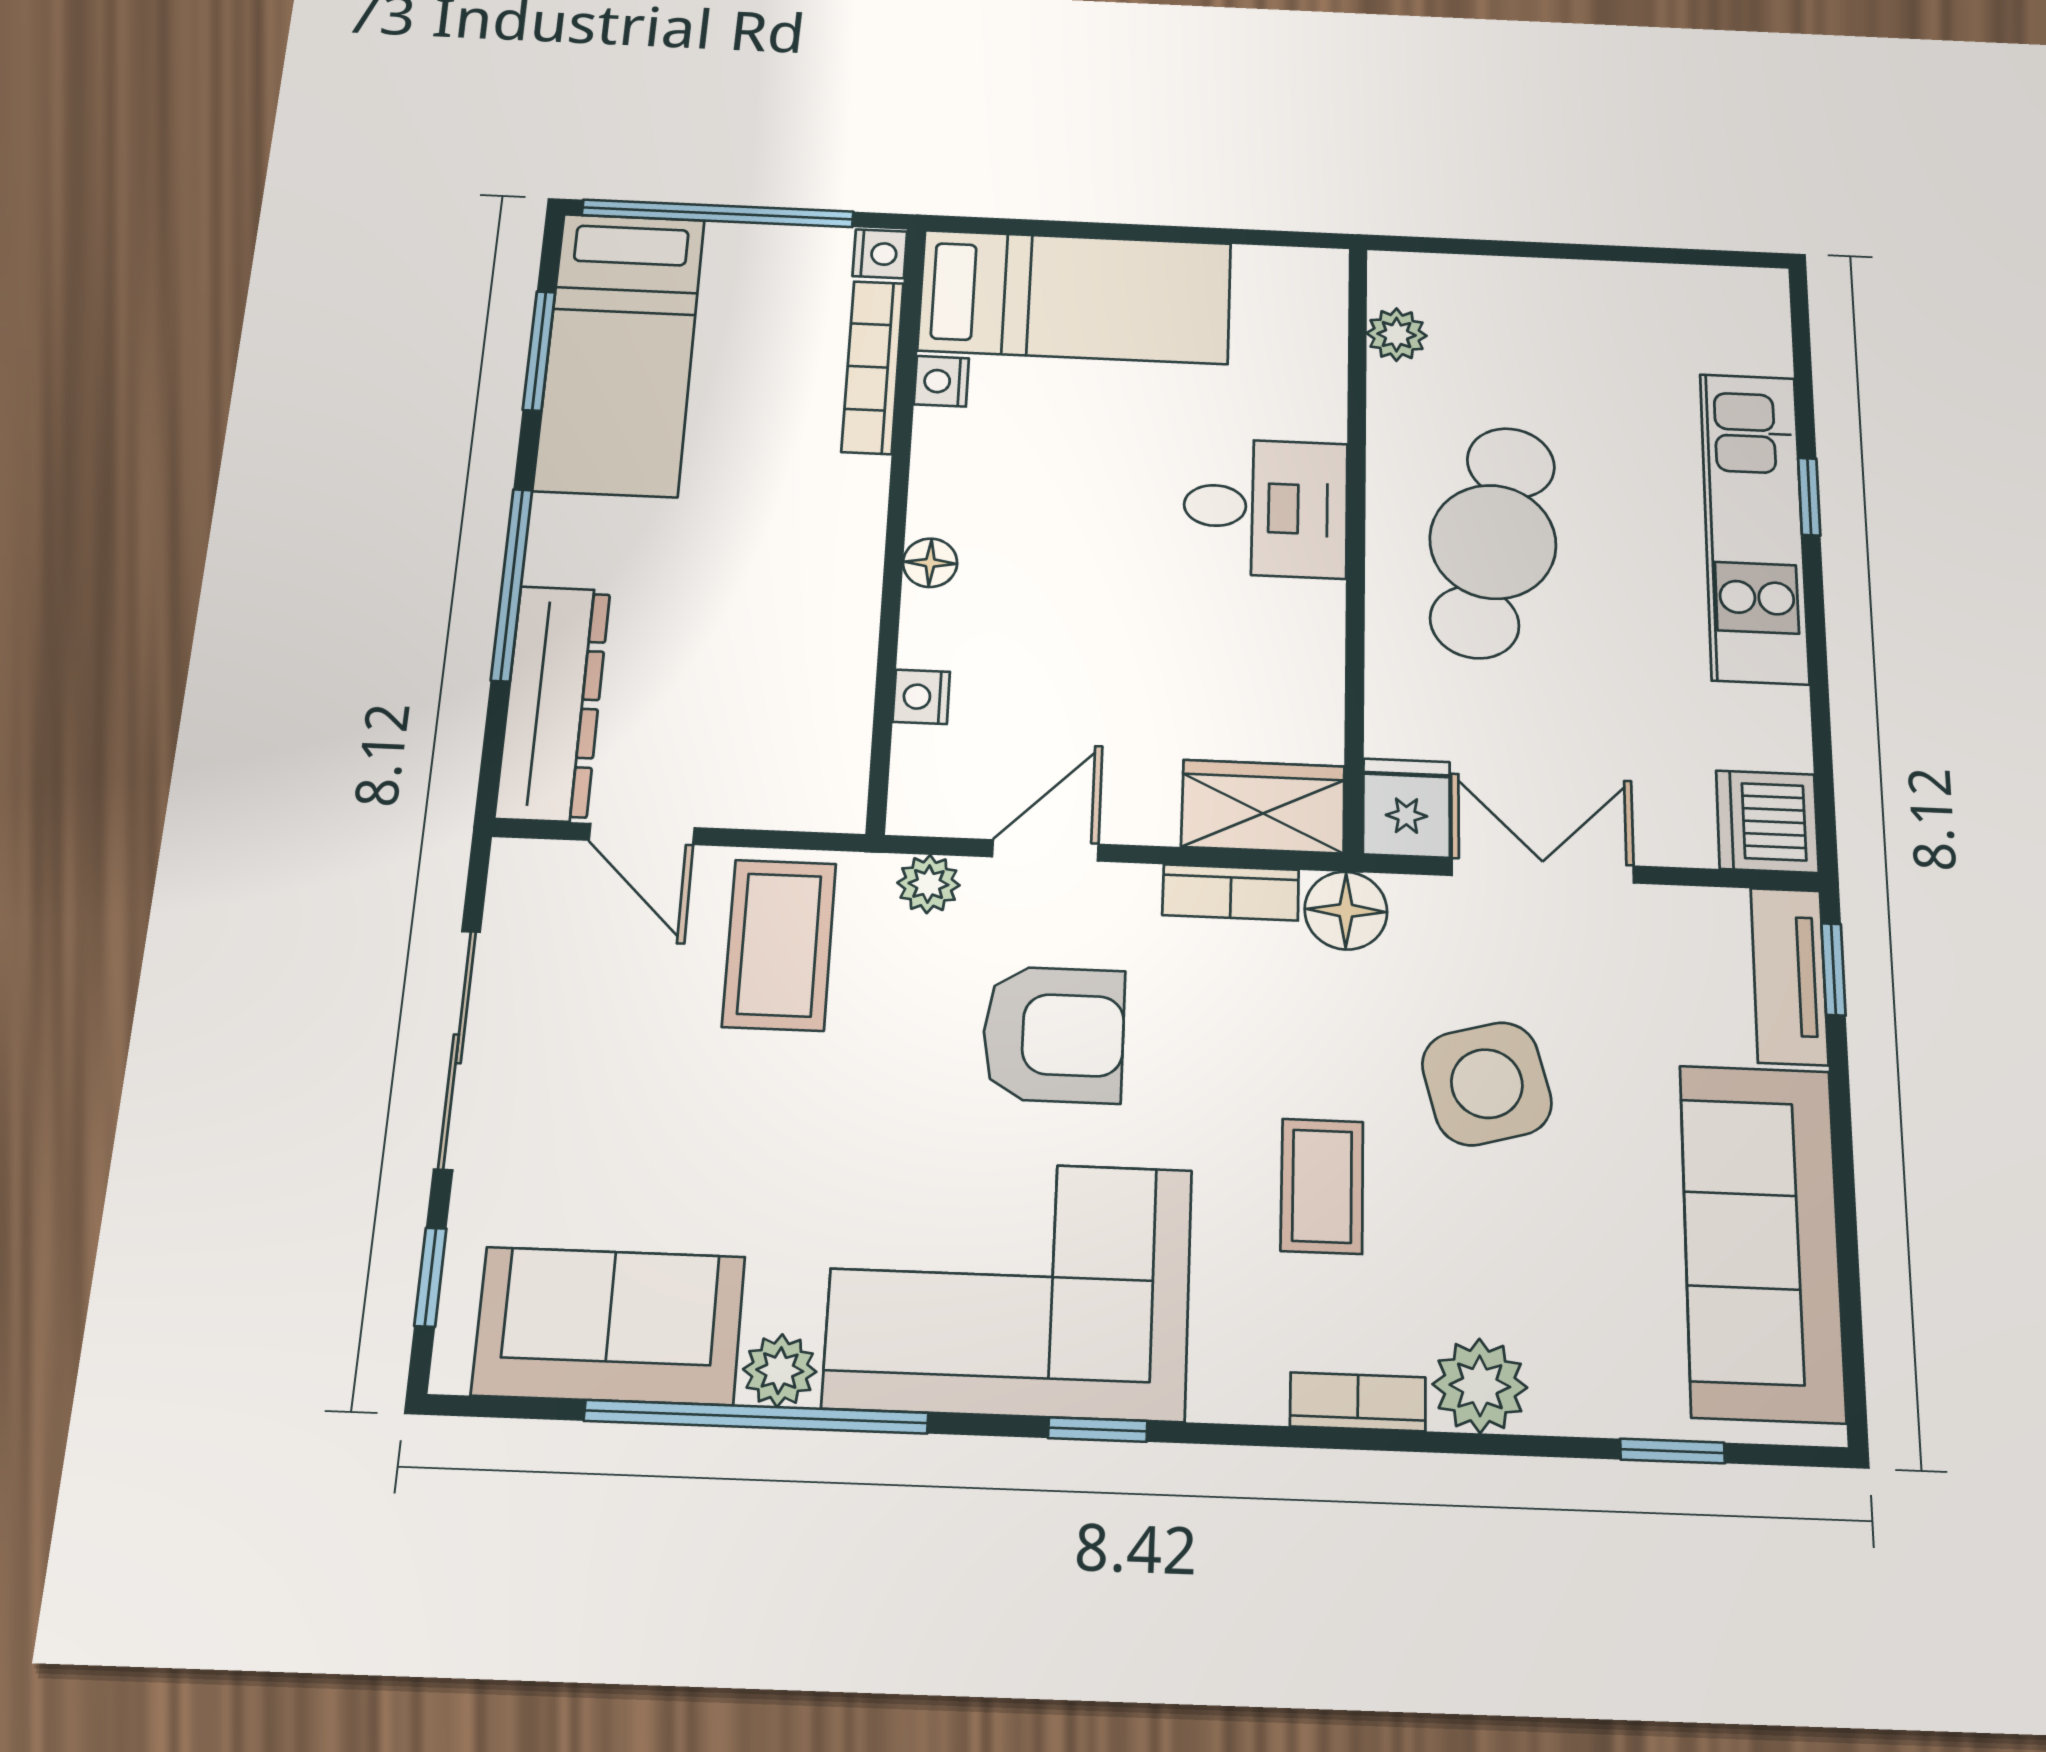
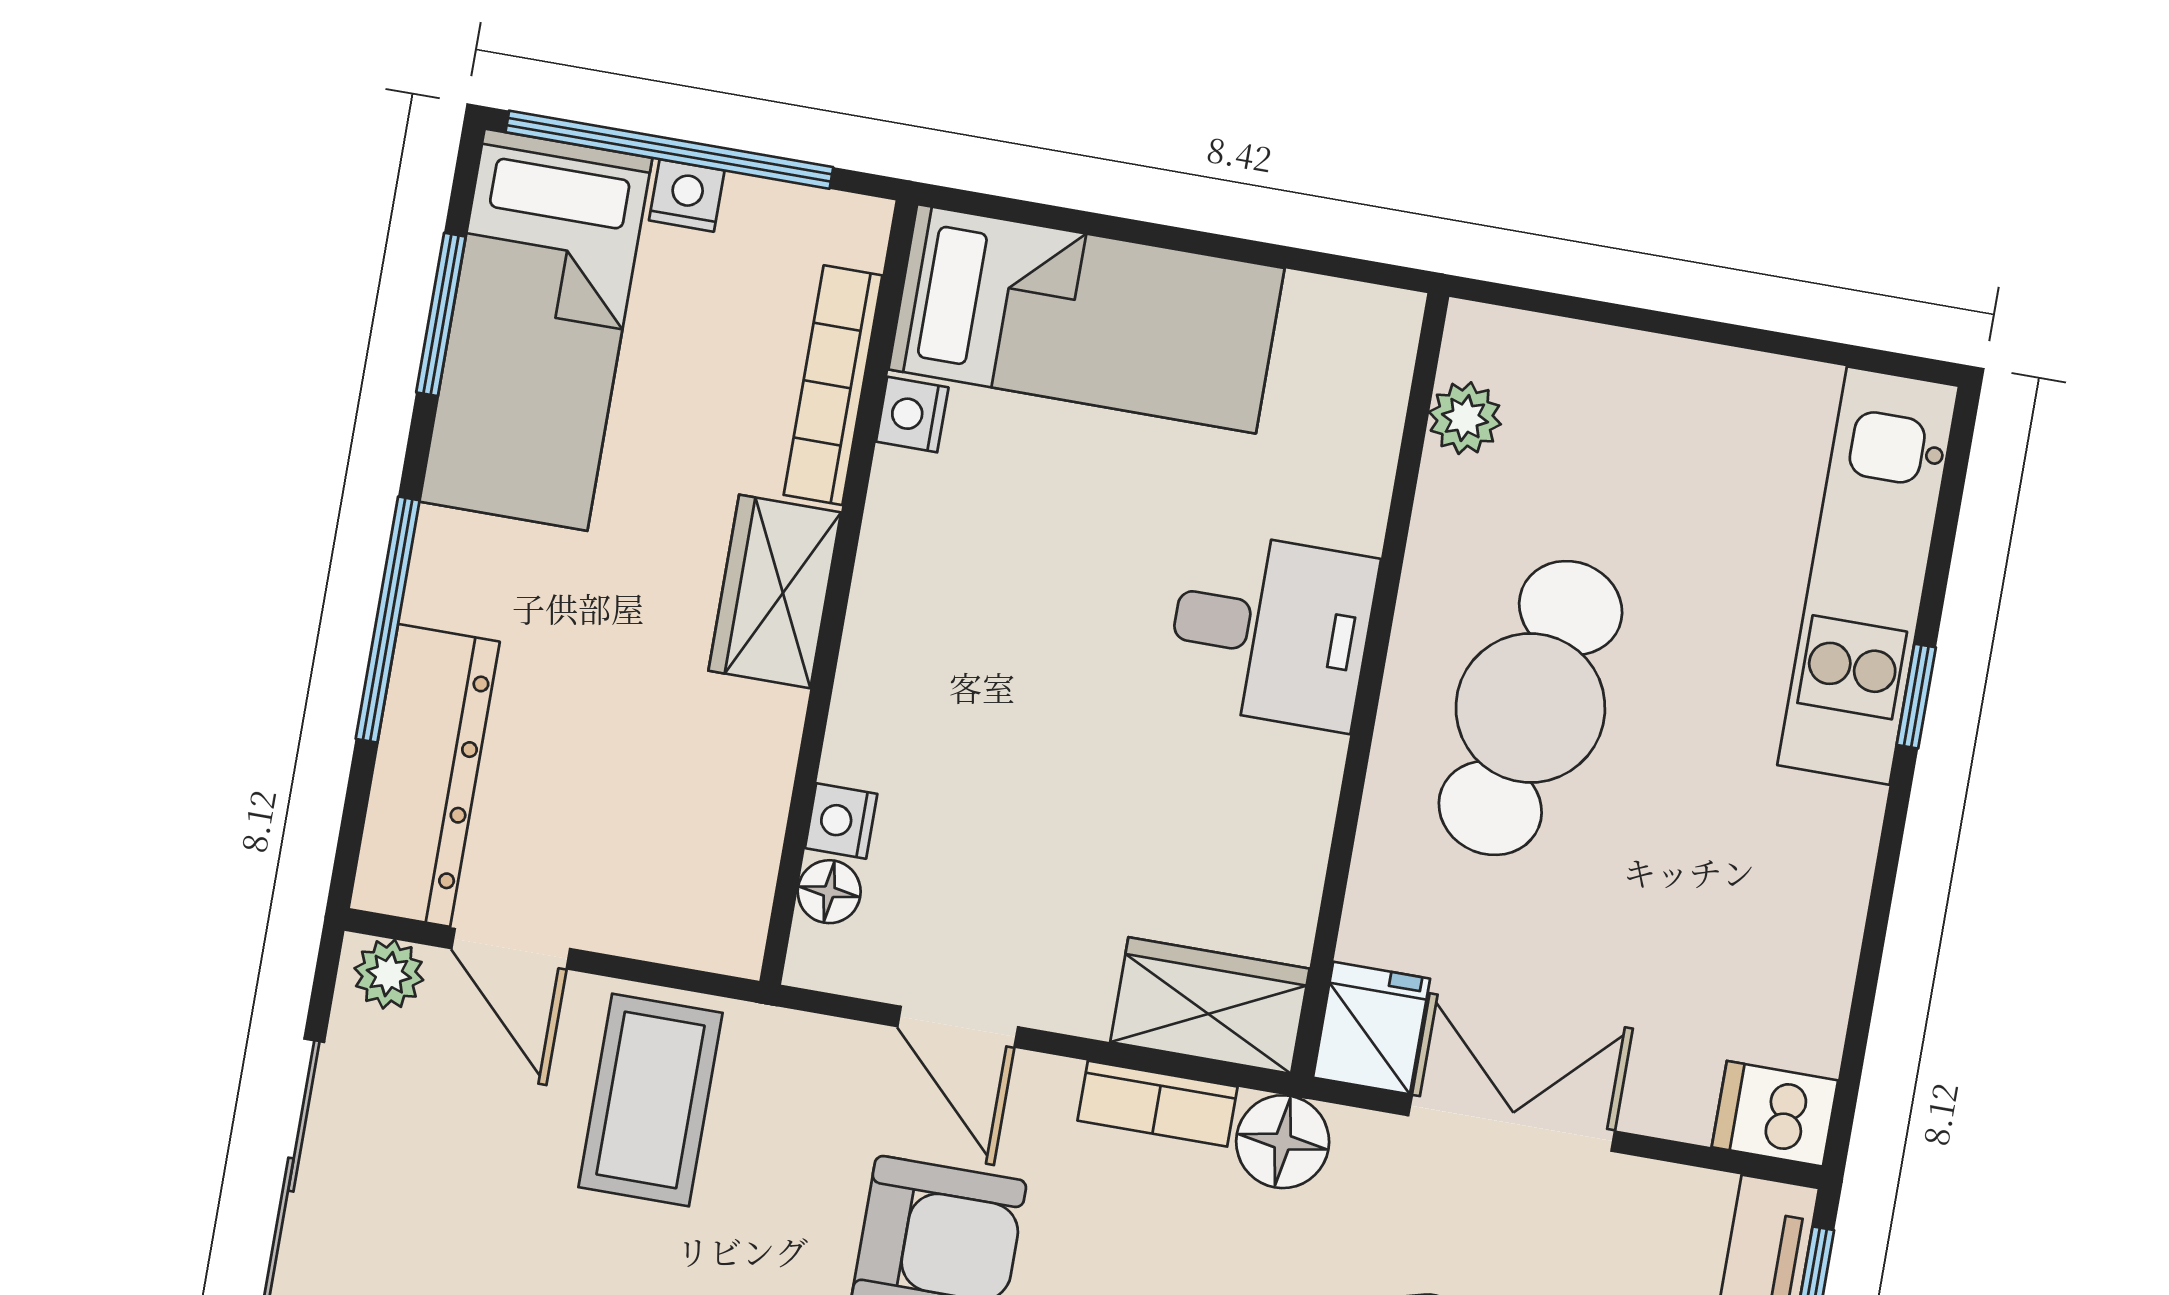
nightstand: (880, 254) -> (687, 195), moved, turned -90
wardrobe: (842, 526) -> (775, 592), added
kitchen unit: (1754, 527) -> (1868, 576), moved
floor lamp: (930, 563) -> (829, 892), moved
dishwasher: (1767, 822) -> (1775, 1114), width x0.73
door: (1045, 850) -> (958, 1027), swing flipped
plant: (928, 884) -> (389, 974), moved

